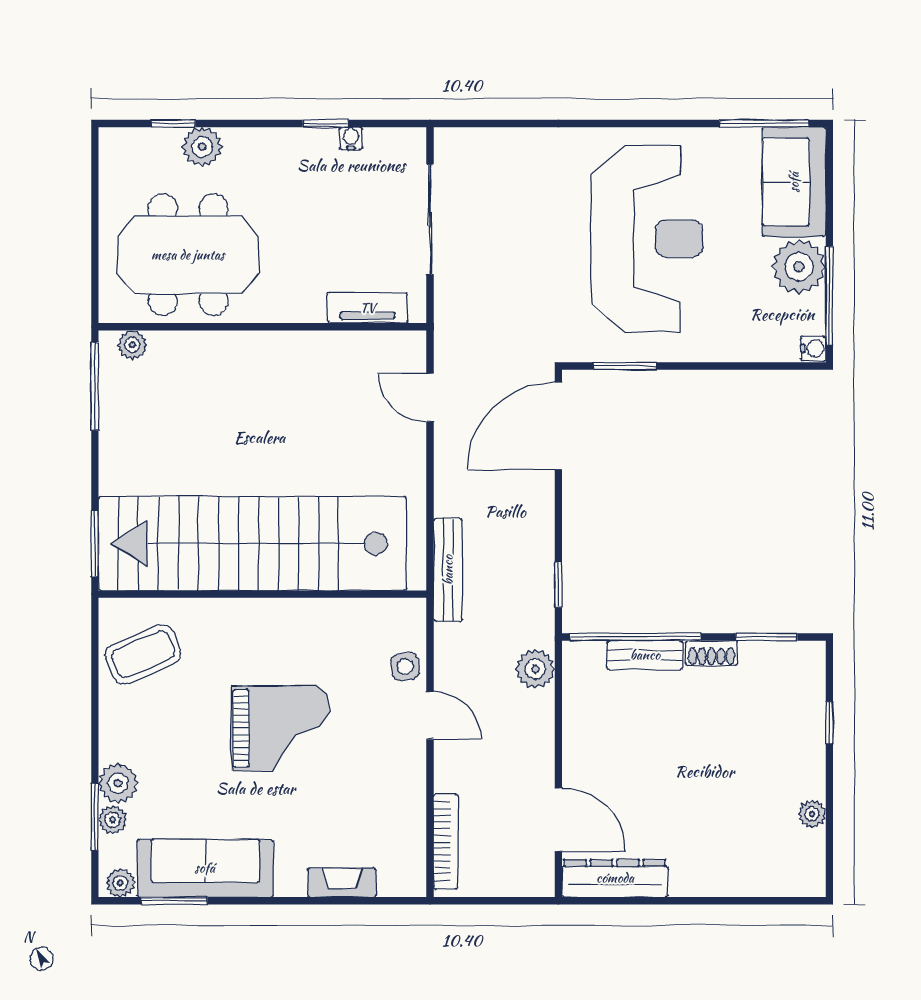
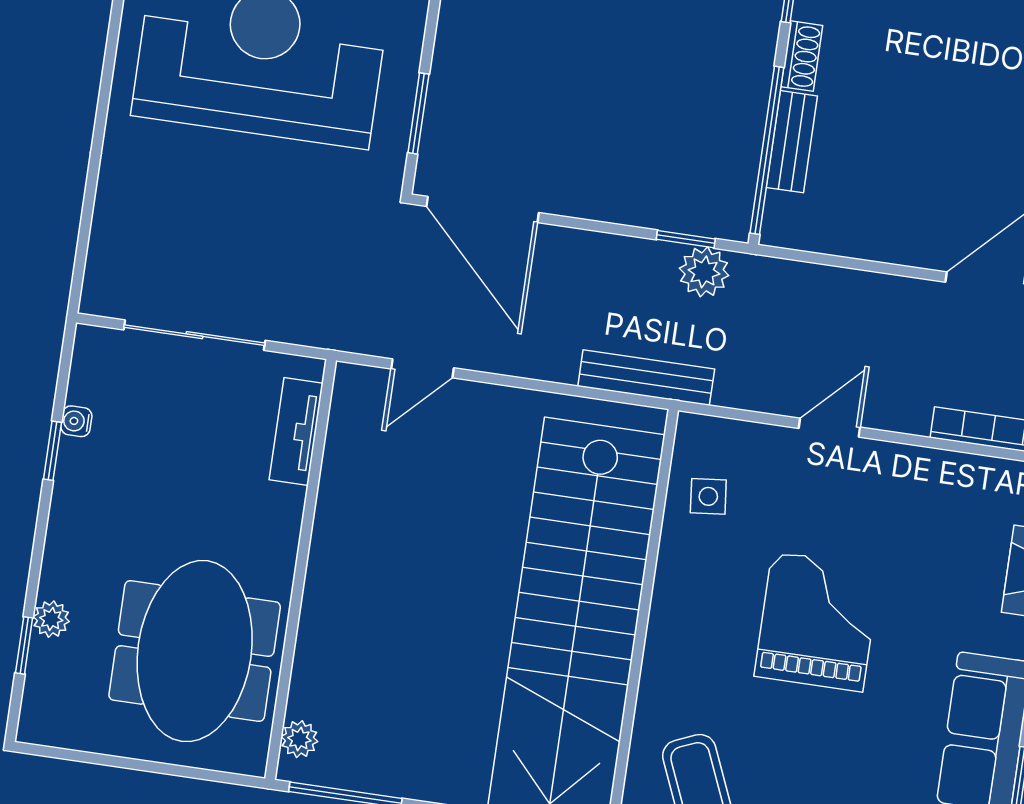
plant: (202, 147) -> (51, 619), width x0.73, depth x0.73
side table: (405, 667) -> (708, 496), moved
plant: (535, 669) -> (704, 272), moved

